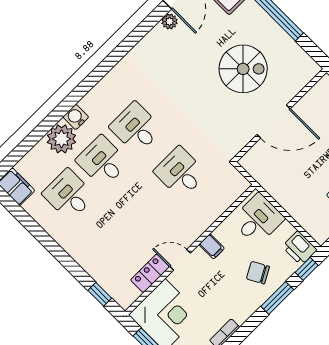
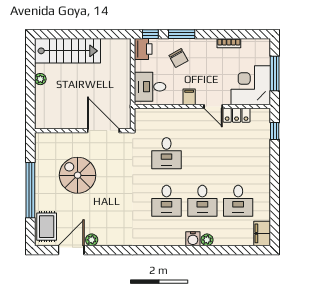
door: (274, 122) -> (103, 131), moved
plant: (61, 139) -> (207, 240), width x0.53, depth x0.53

